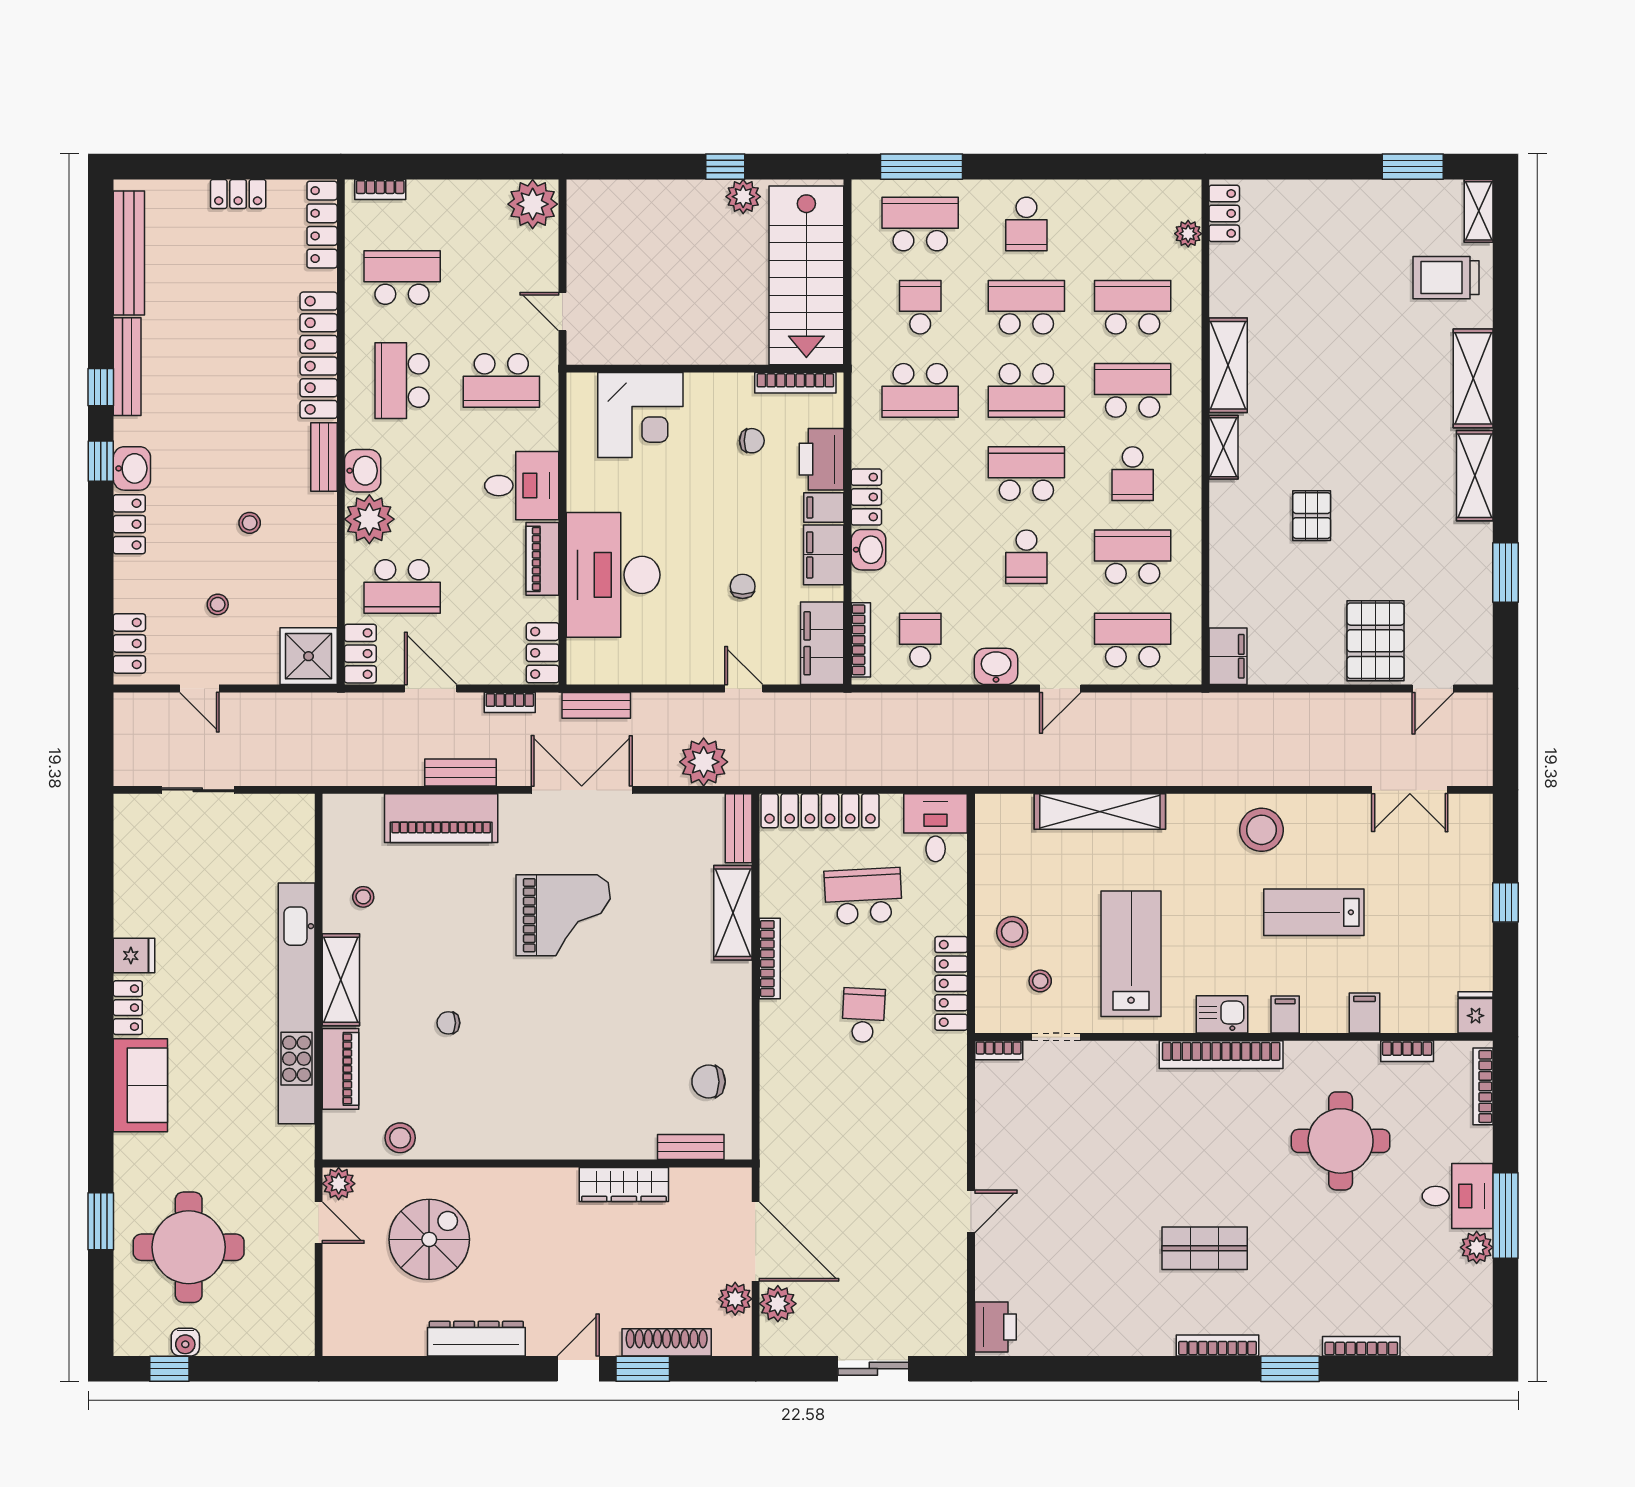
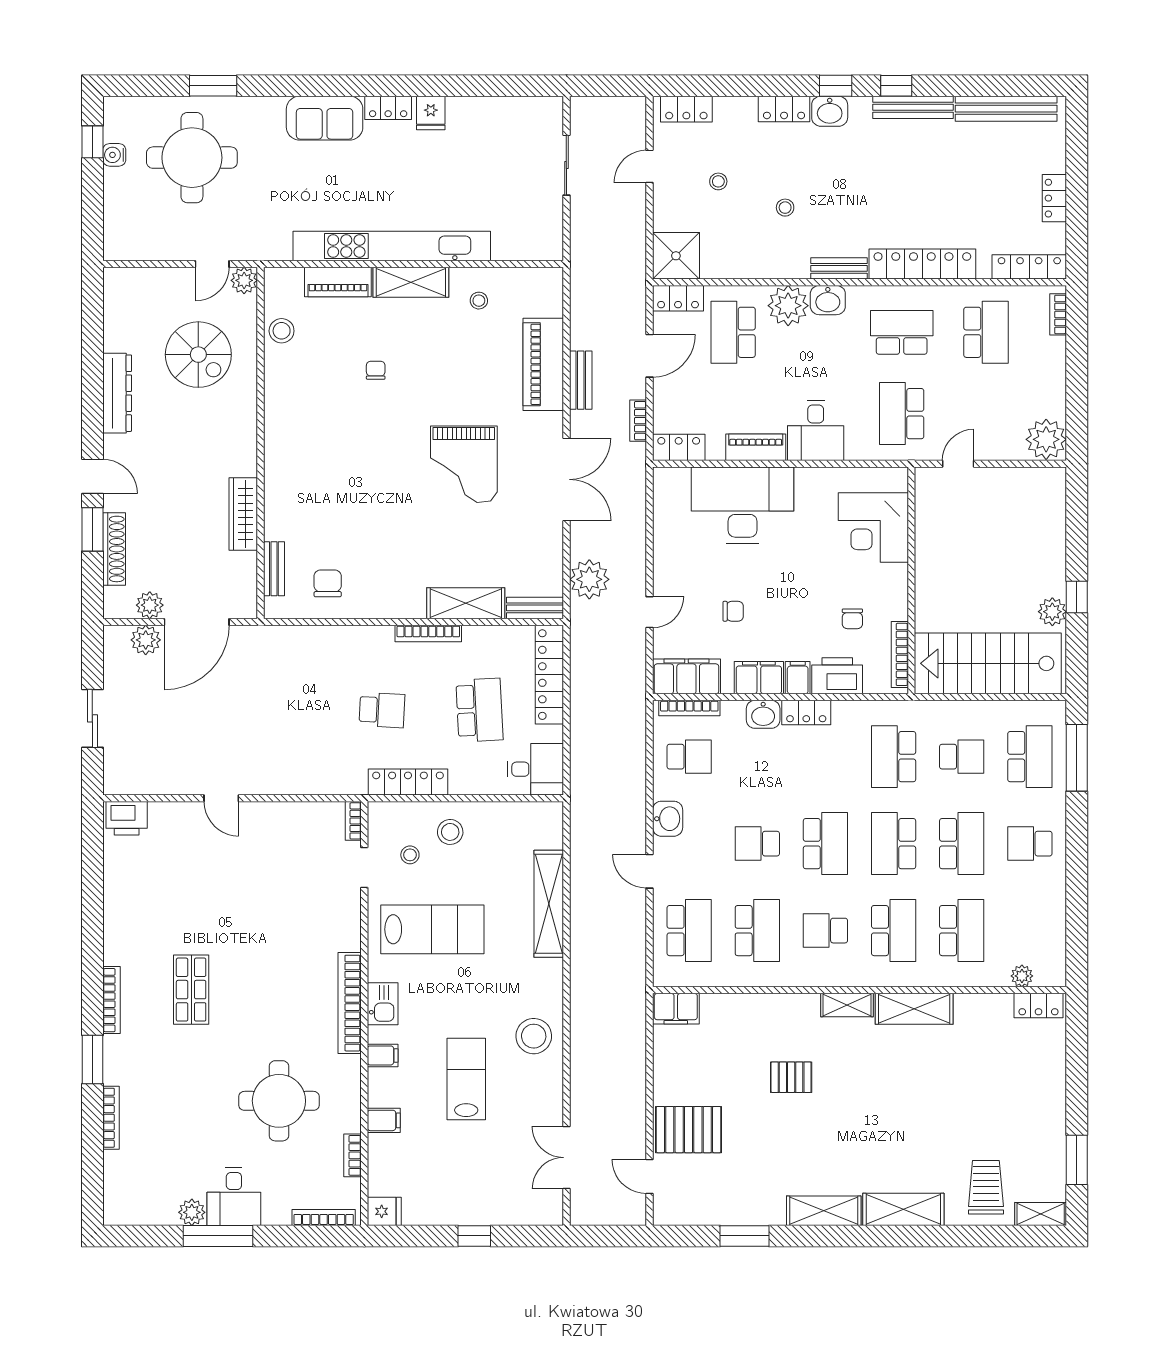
bench: (596, 705) -> (636, 491), removed

